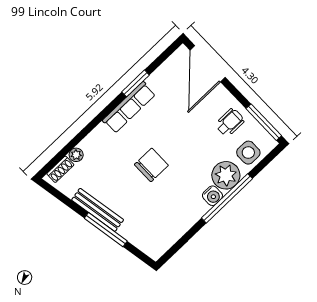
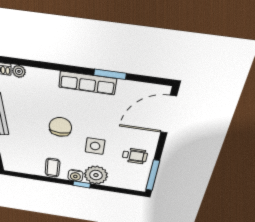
side table: (248, 153) -> (95, 146), moved
chair: (151, 165) -> (60, 127), turned -90
window: (227, 198) -> (82, 184), width x0.32
coffee table: (188, 210) -> (53, 168), added

